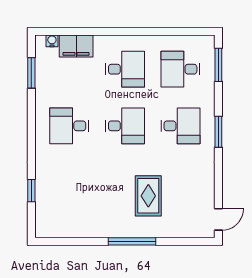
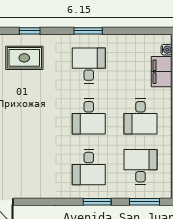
window: (31, 73) -> (88, 31), moved
window: (218, 132) -> (97, 202), moved
rug: (148, 196) -> (24, 58), moved

